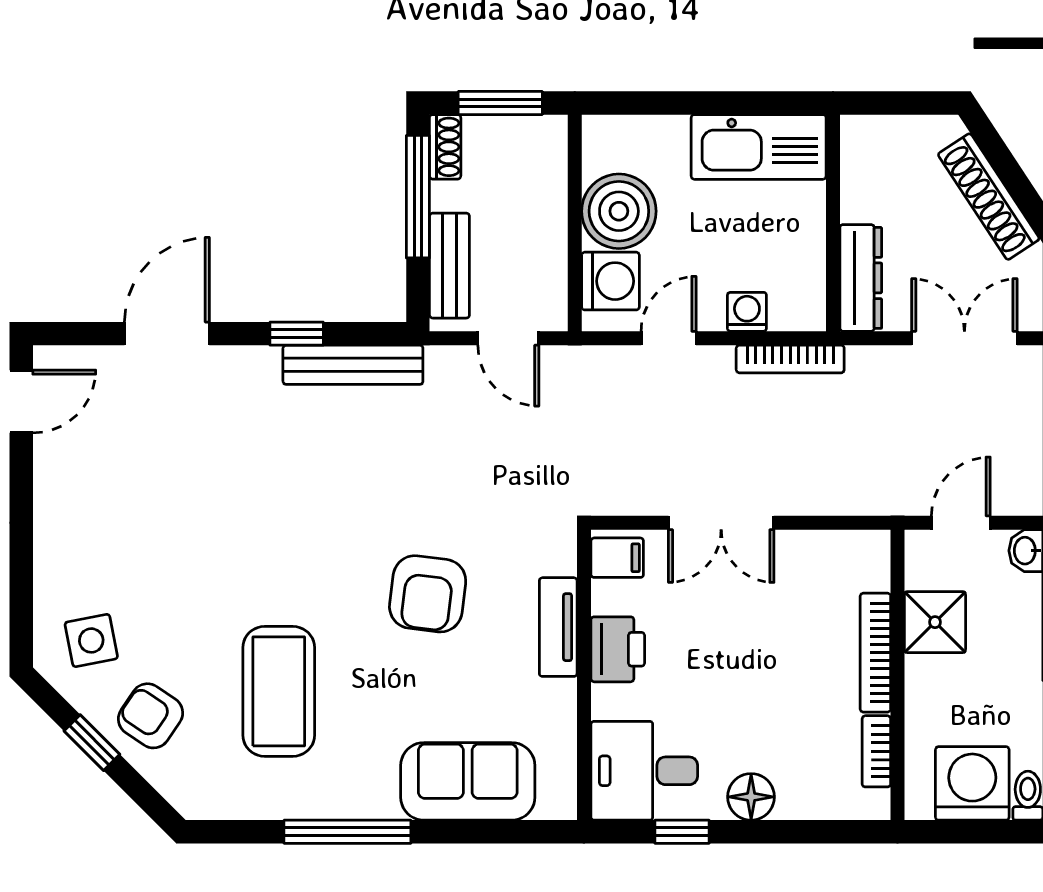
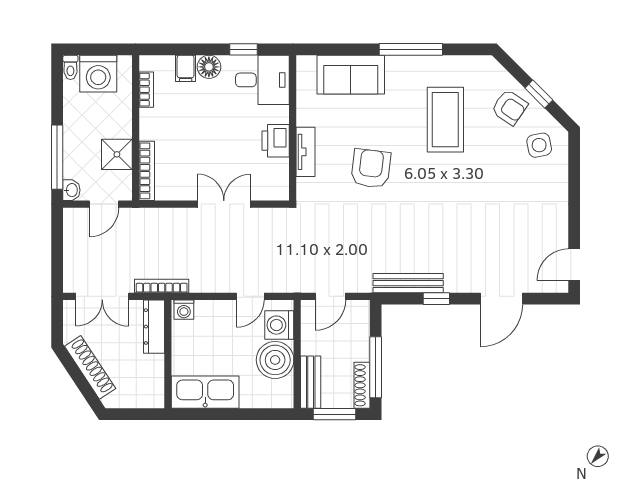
shoe rack: (445, 147) -> (362, 385), width x1.43
bench: (449, 266) -> (311, 382), moved
washing machine: (747, 312) -> (184, 310), moved
door: (508, 338) -> (330, 296), swing flipped
bookcase: (790, 359) -> (162, 286), moved
filing cabinet: (617, 558) -> (186, 68), moved, turned -90
bookcase: (875, 653) -> (147, 171), moved

